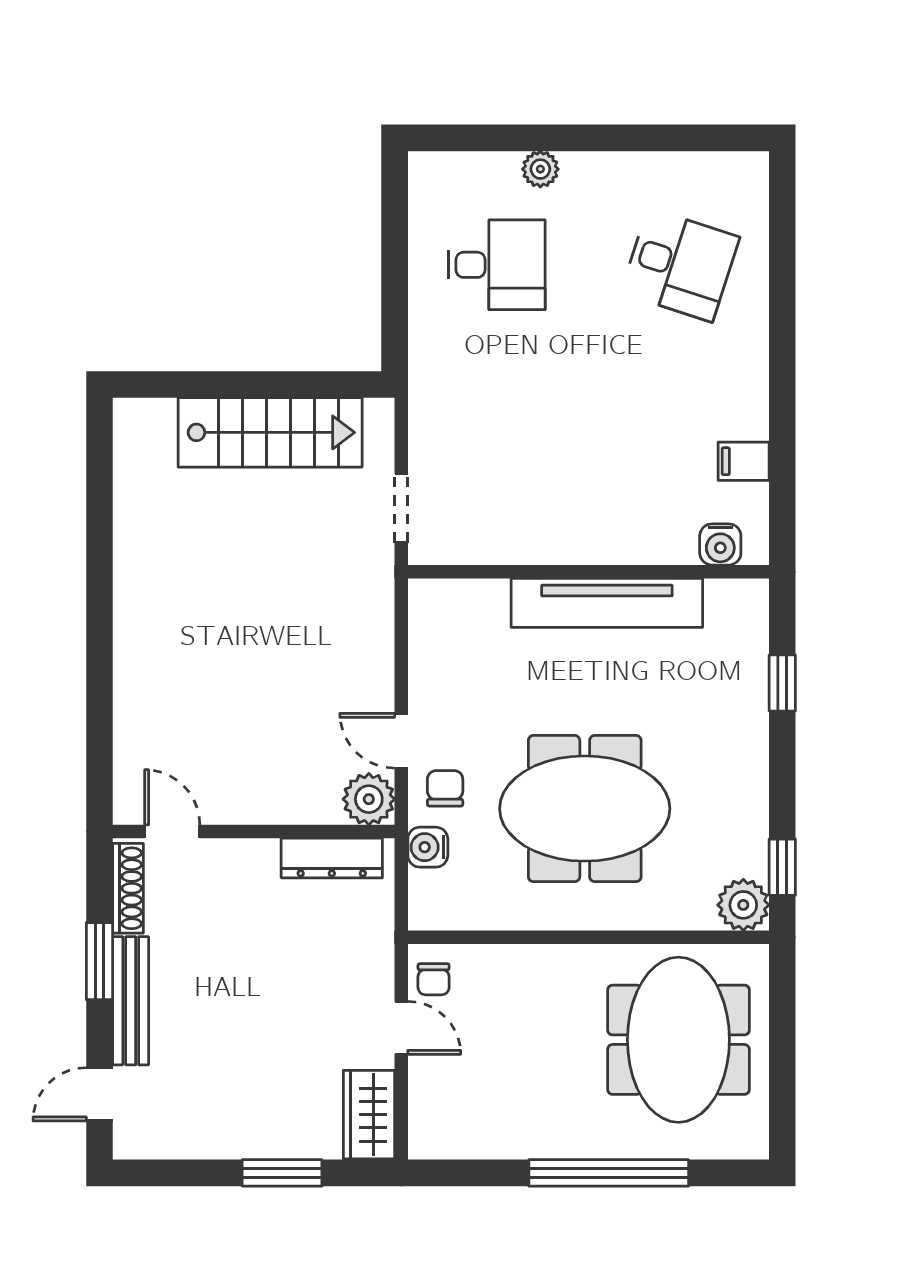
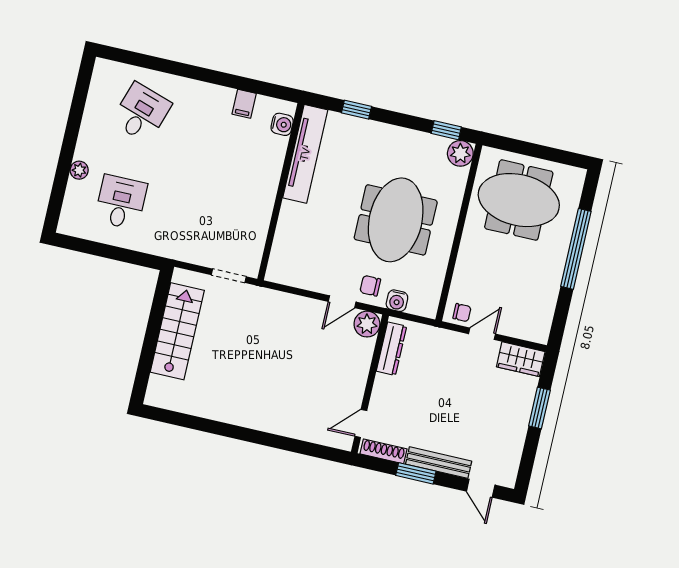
tv unit: (607, 603) -> (305, 154), moved

